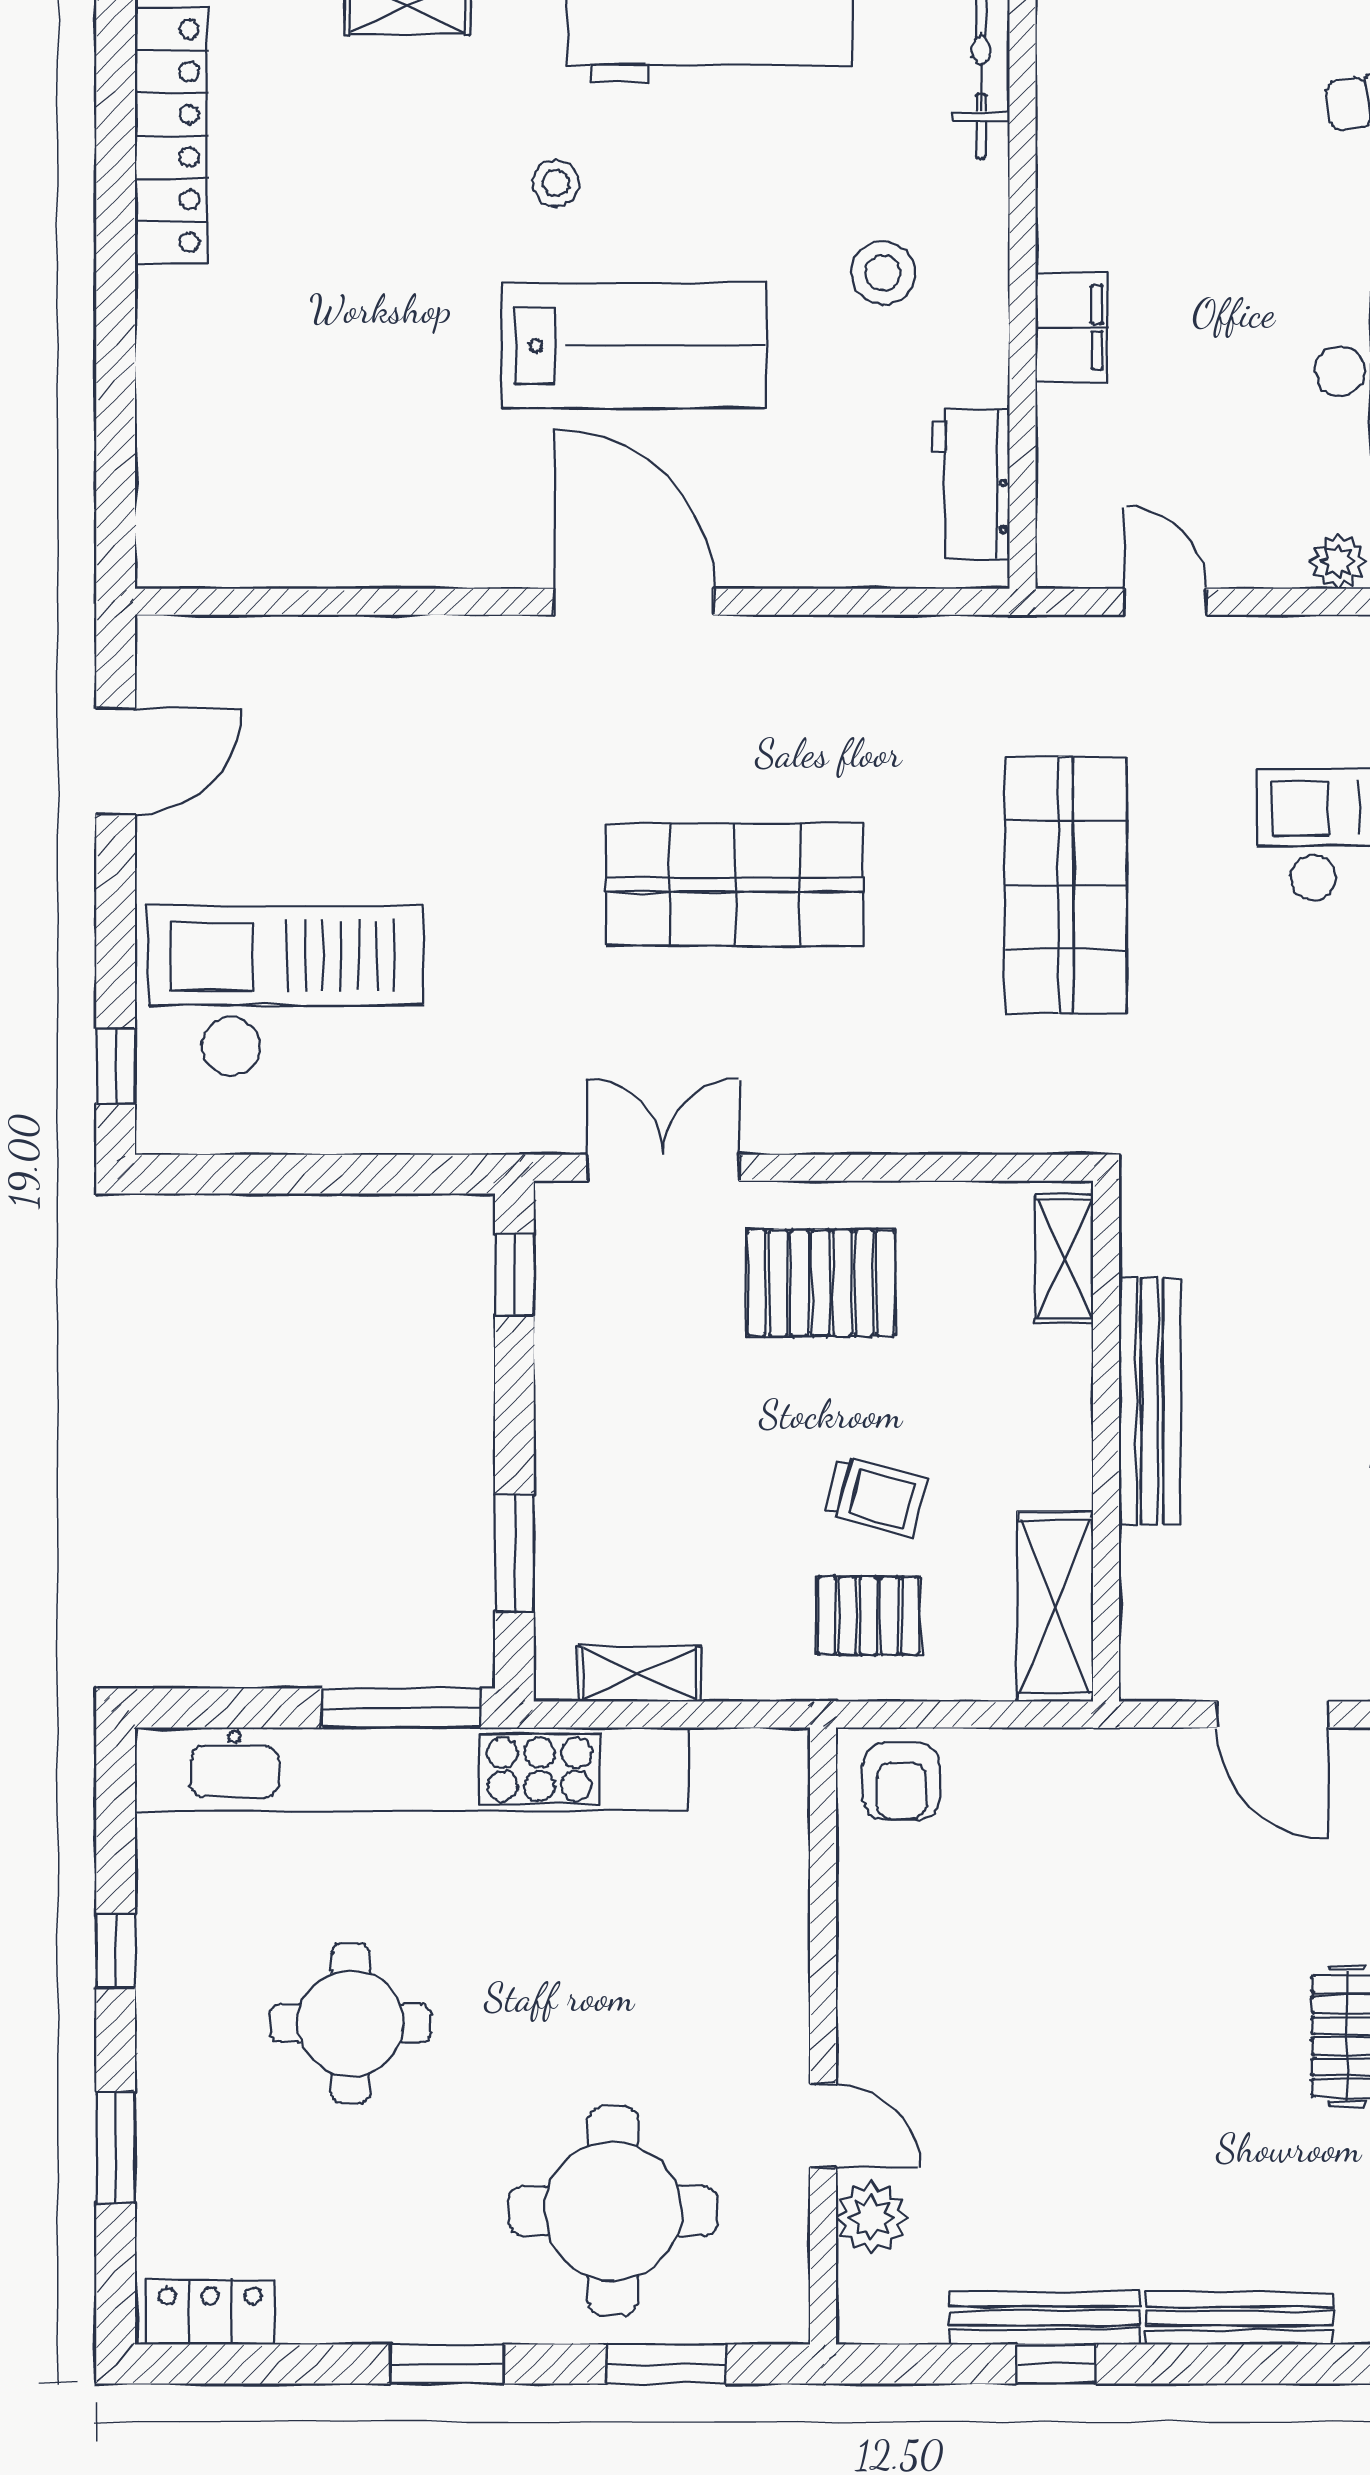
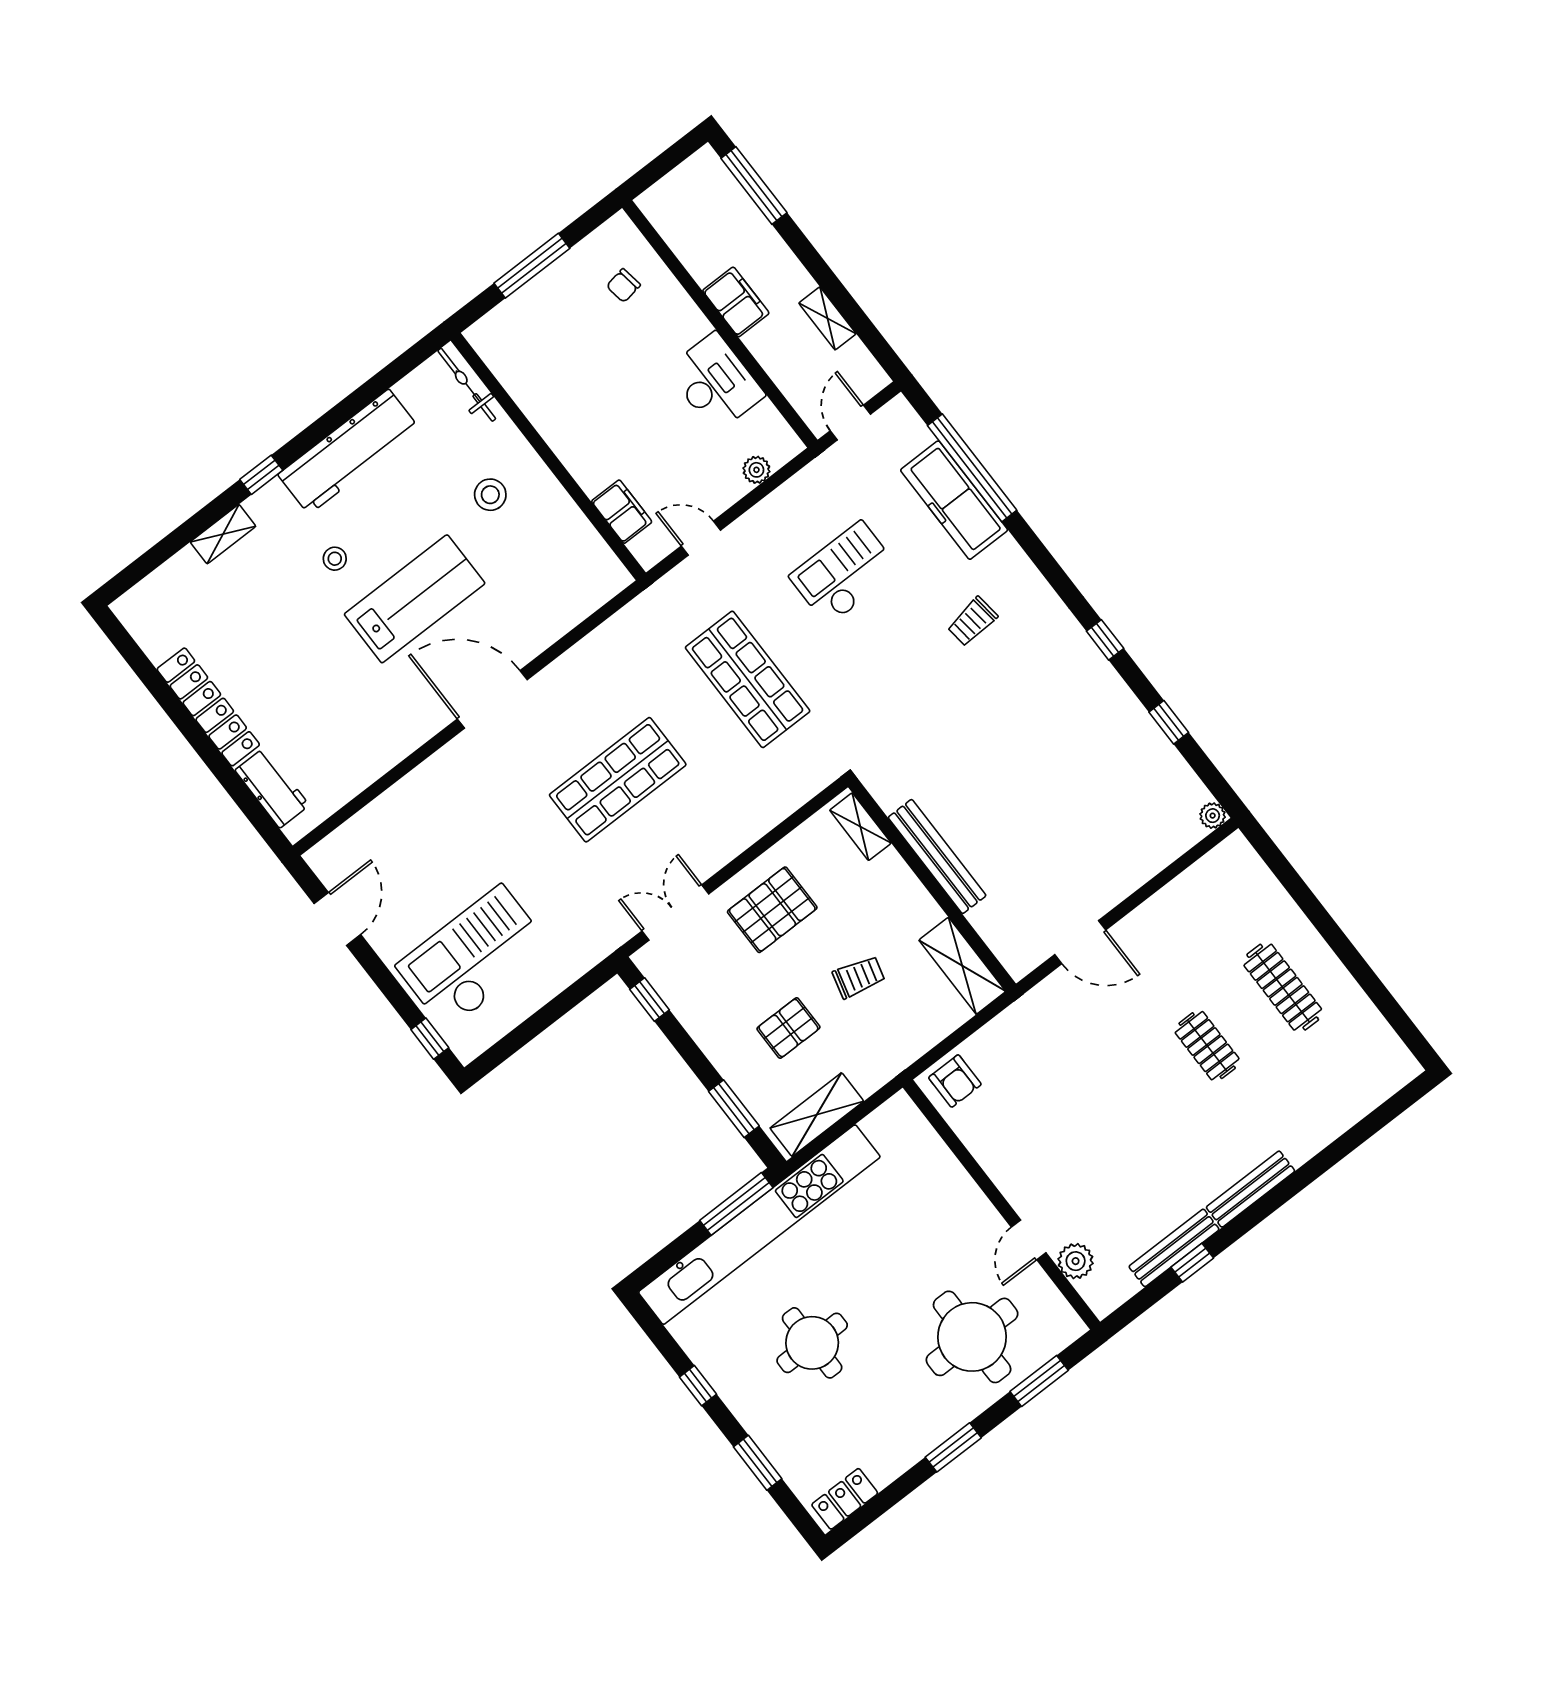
locker: (171, 136) -> (208, 707), moved
filing cabinet: (1072, 328) -> (622, 512), moved
workbench: (971, 484) -> (272, 788), moved, turned 180
pallet: (868, 1616) -> (788, 1028), moved
shelving: (639, 1674) -> (817, 1115), width x1.50, depth x1.33
door: (823, 2126) -> (1029, 1240), swing flipped

